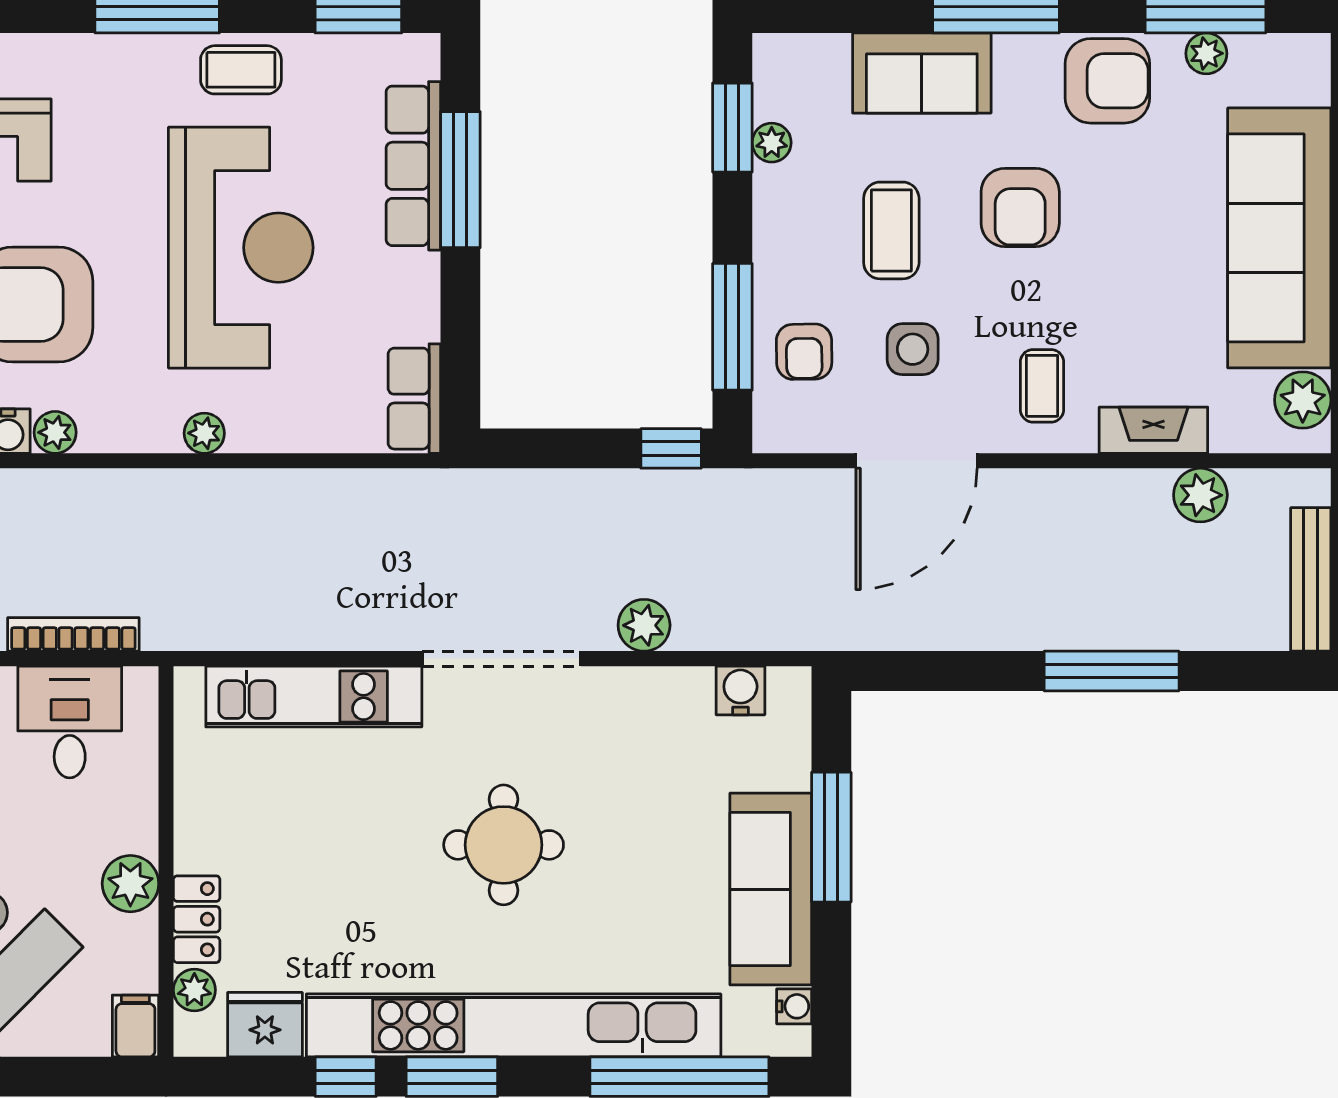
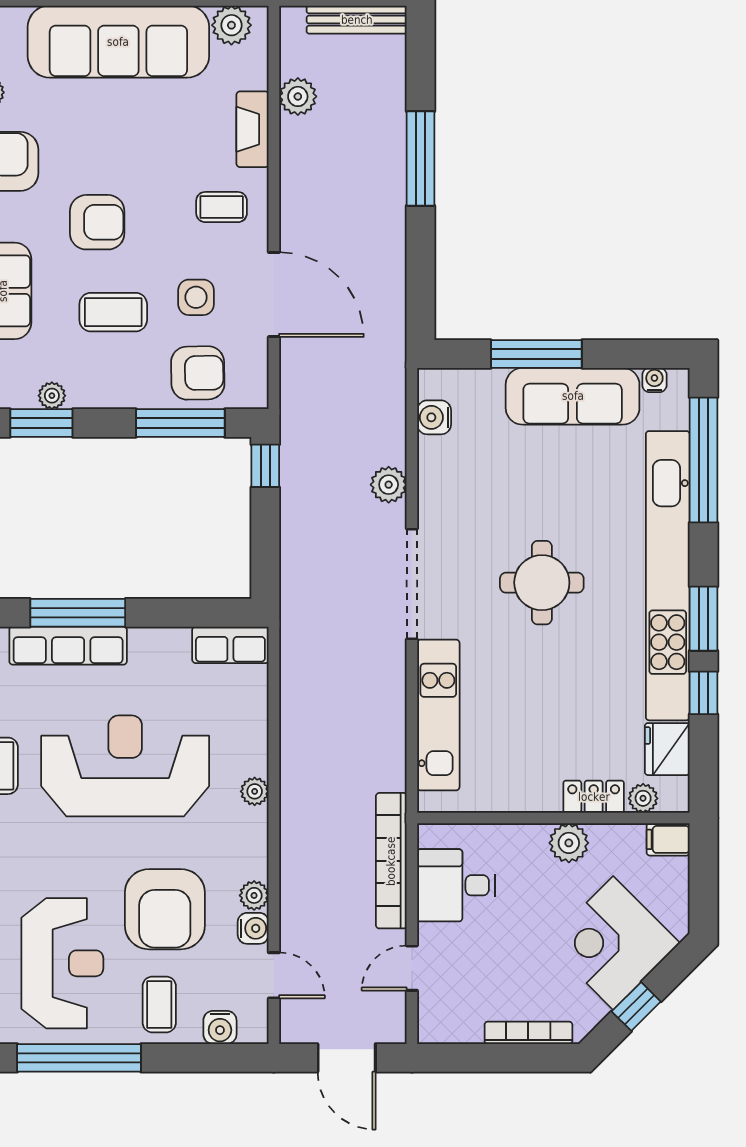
armchair: (804, 352) -> (198, 373), width x1.38, depth x1.38
bookcase: (73, 634) -> (391, 861), width x1.48, depth x1.31

